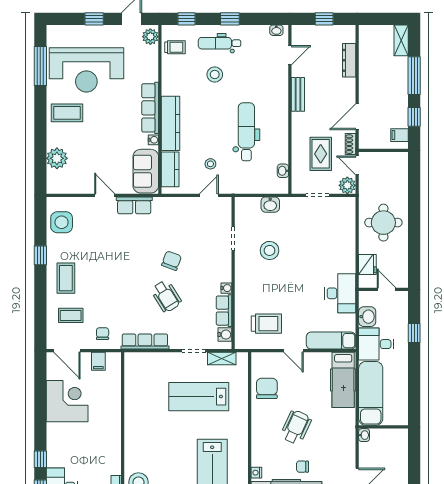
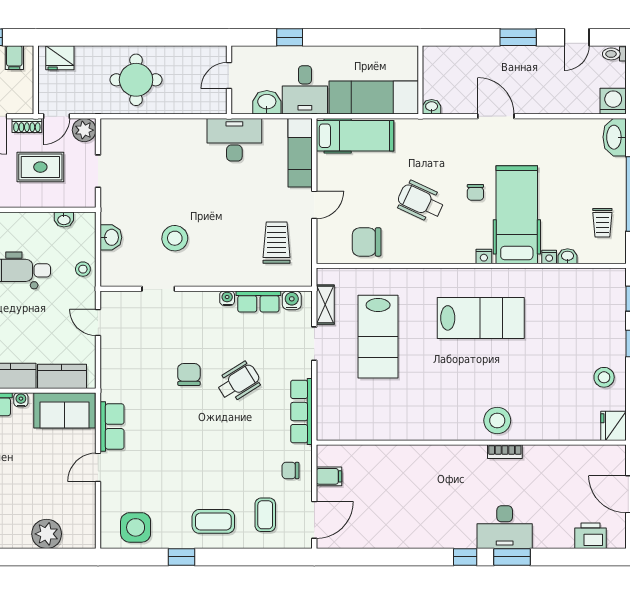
stool: (210, 164) -> (83, 269), moved
chair: (171, 261) -> (189, 375), turned 70
fridge: (367, 264) -> (60, 58), moved, turned 180
corner desk: (67, 401) -> (384, 520), removed

